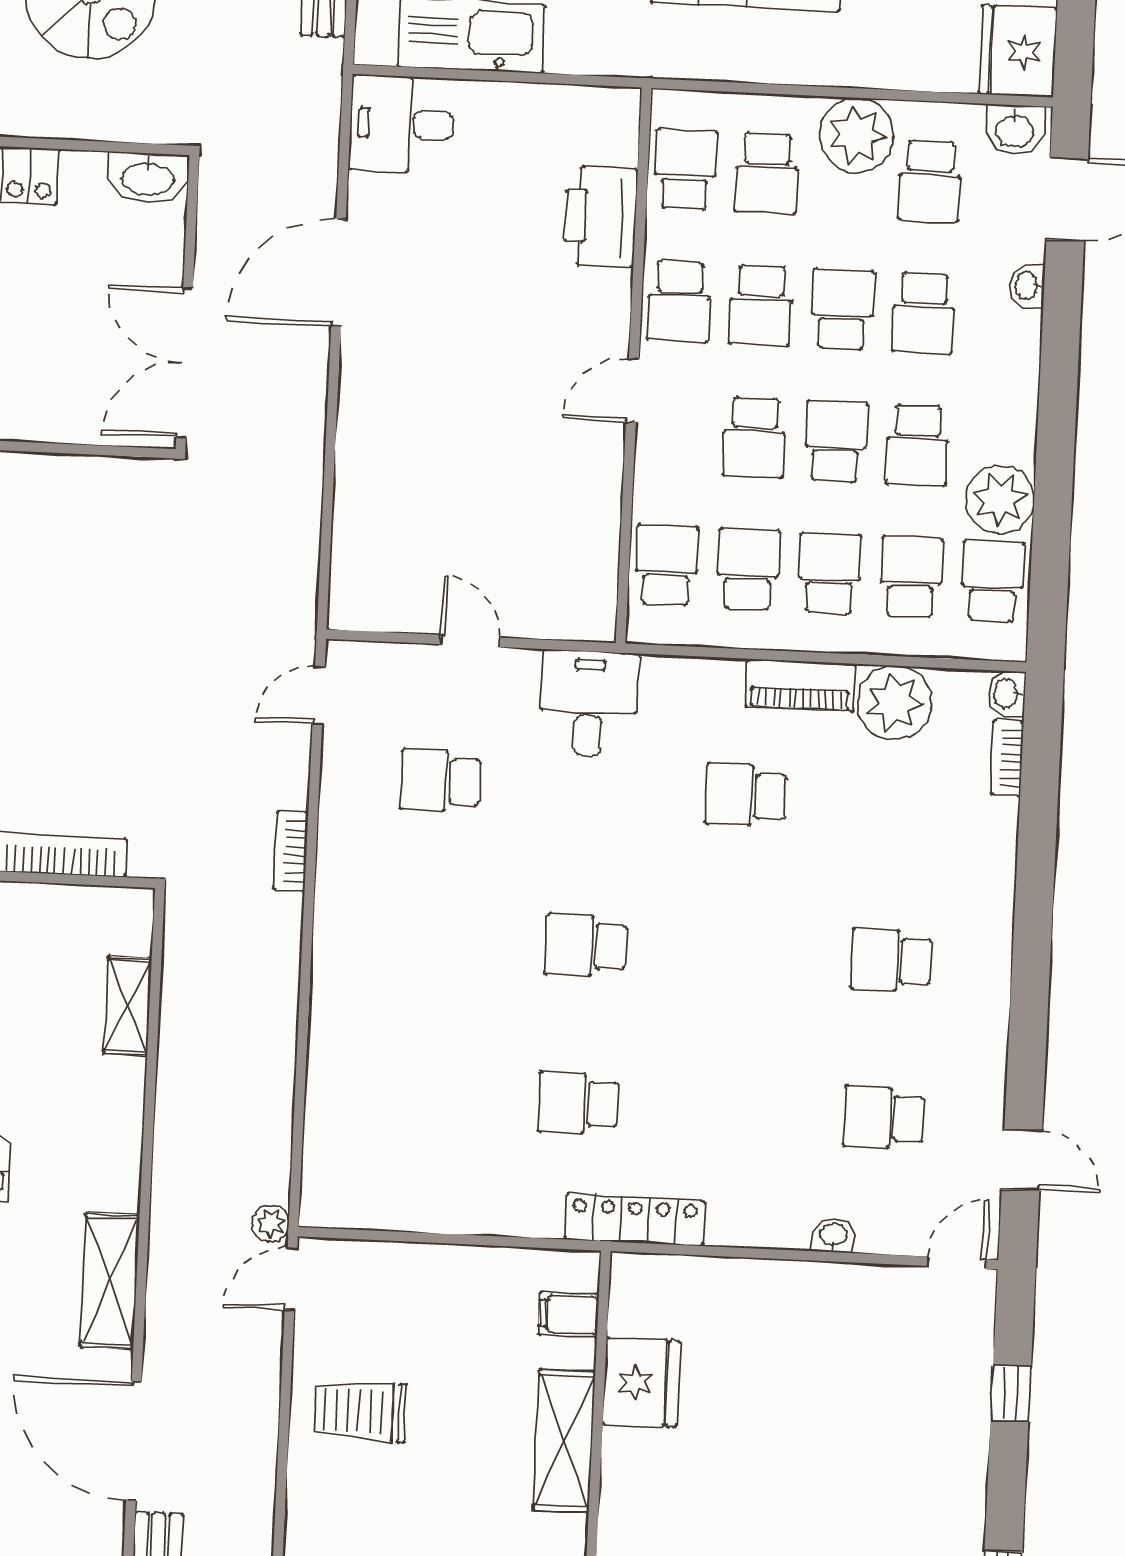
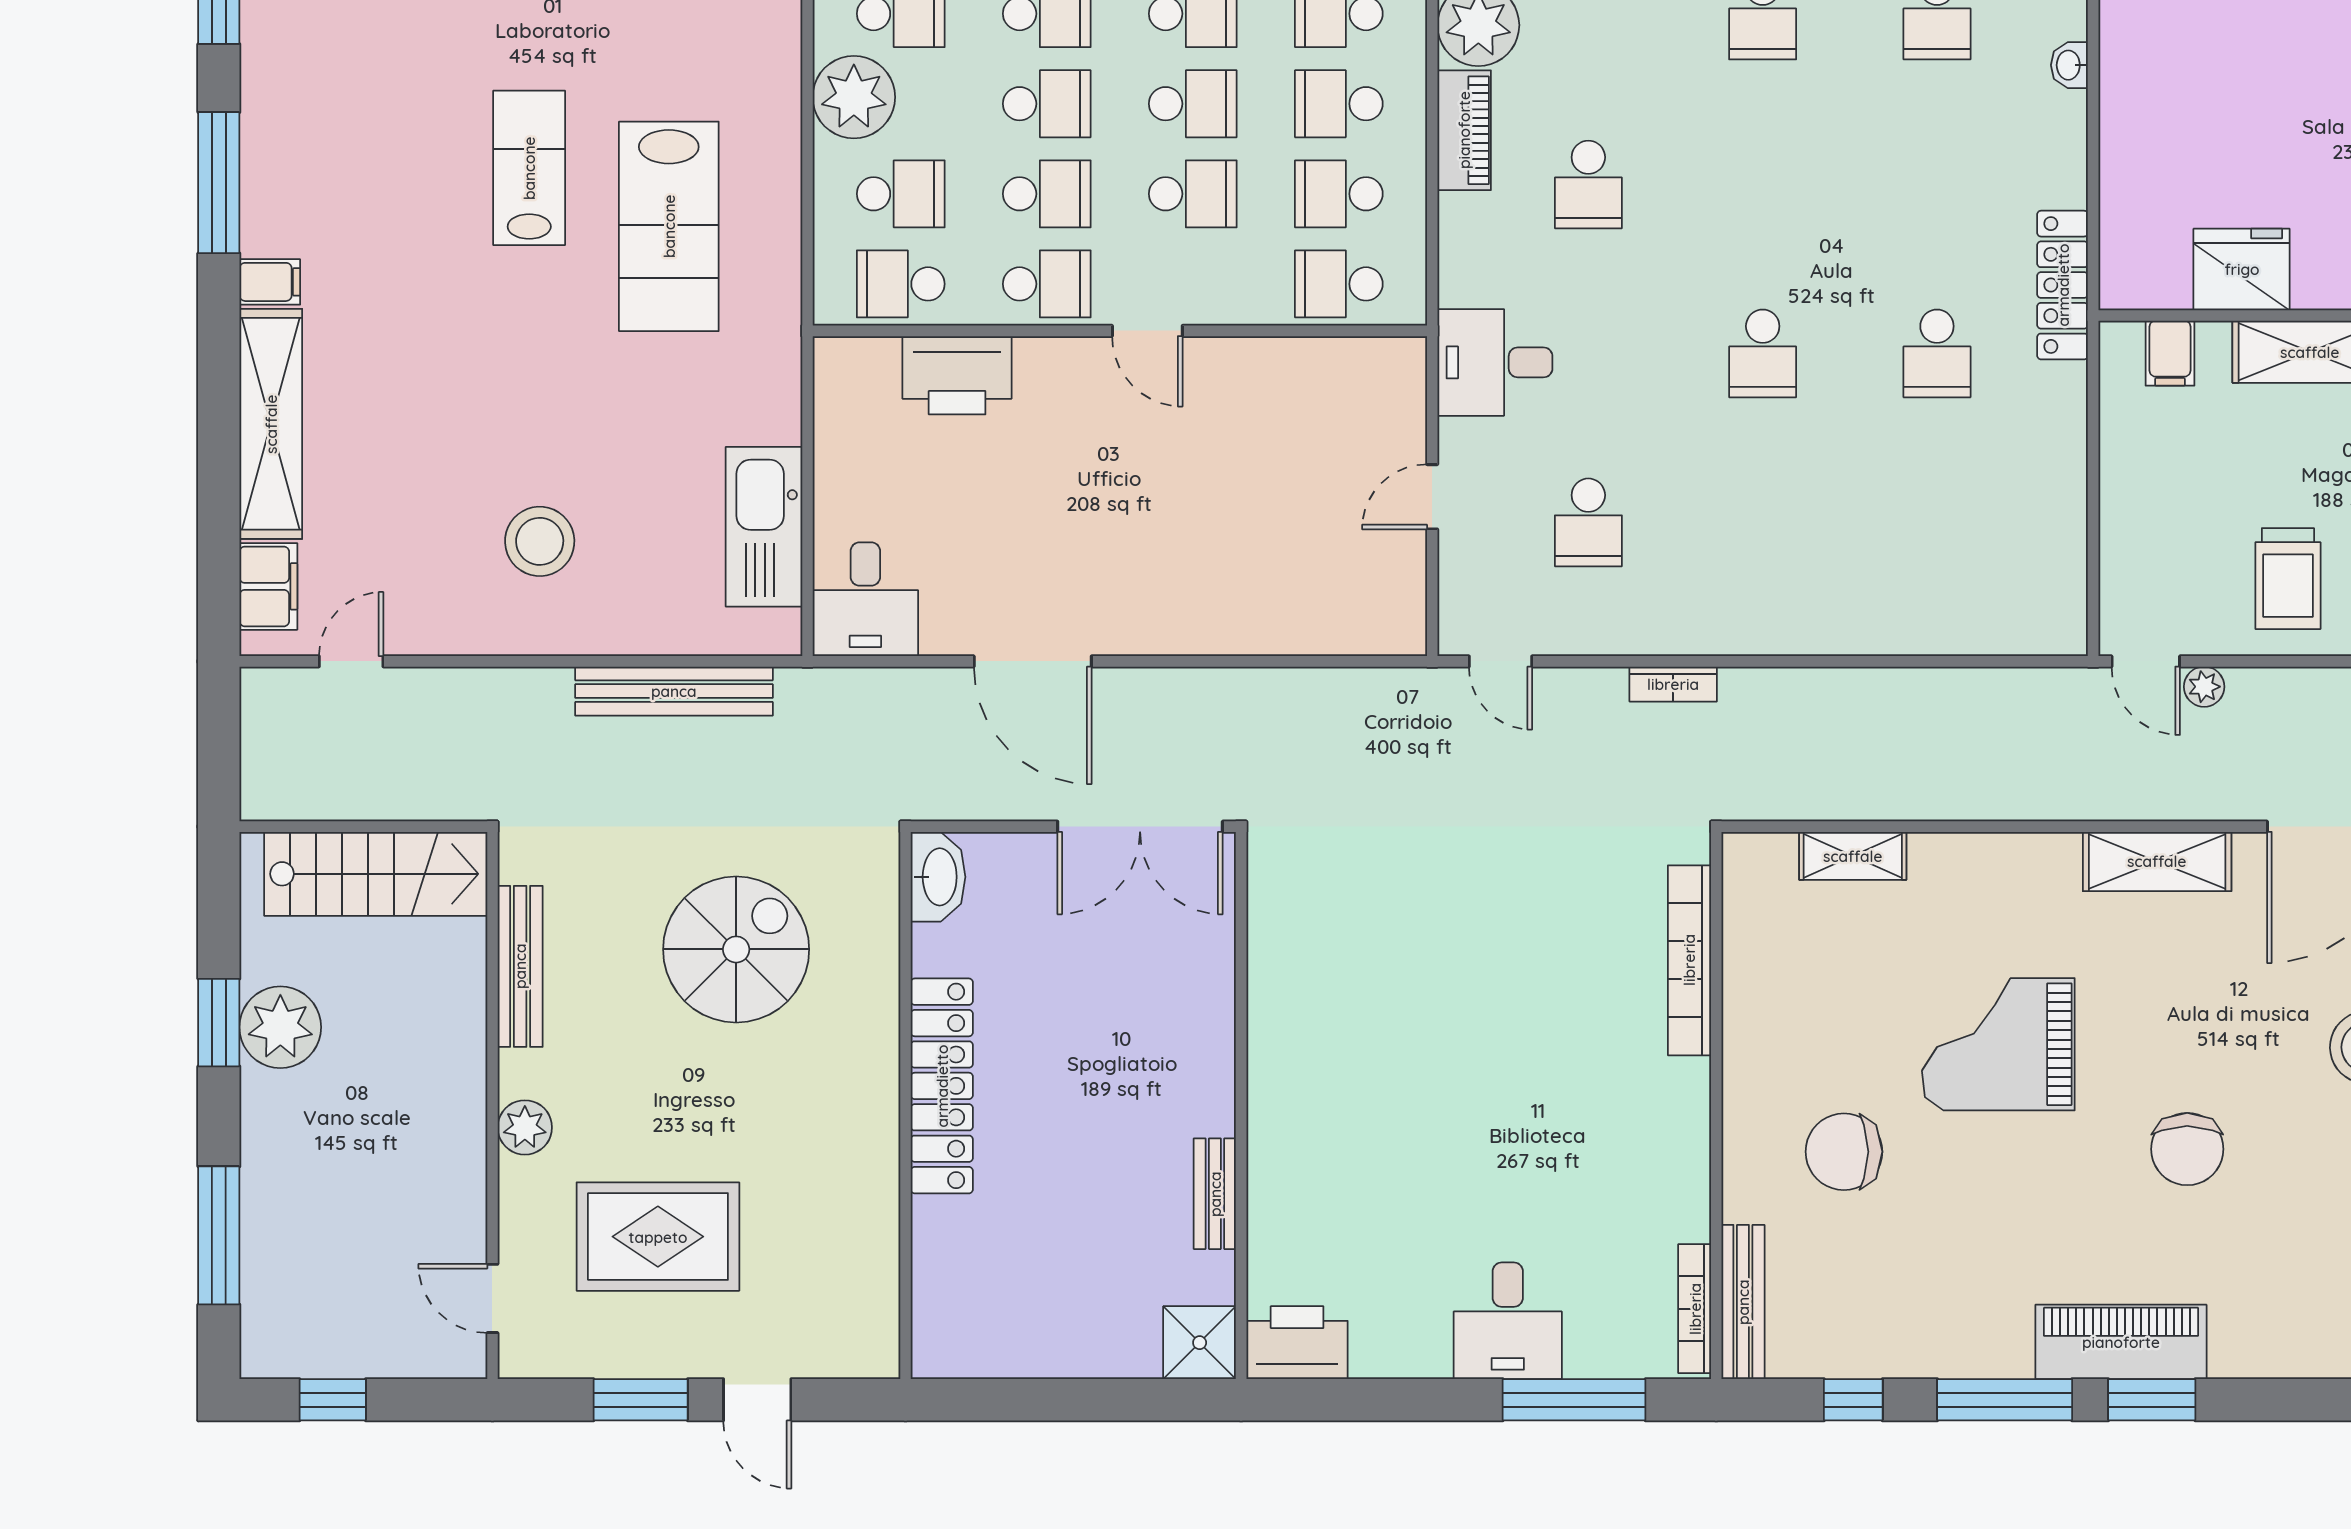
school desk: (842, 309) -> (1047, 104), turned 180
school desk: (836, 441) -> (1193, 104), turned 180
plant: (271, 1223) -> (2204, 687), moved

